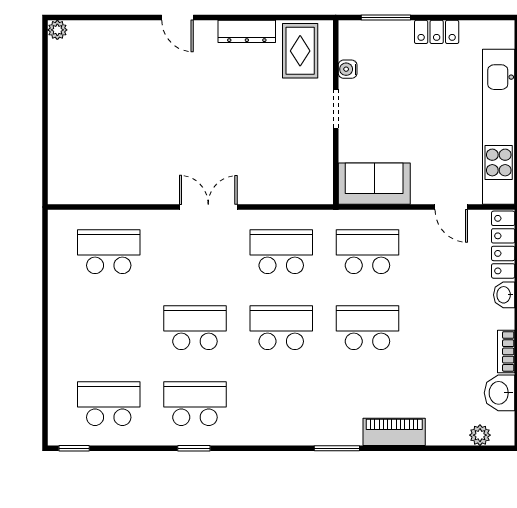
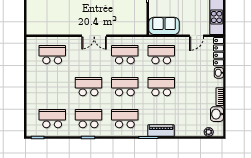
double door: (208, 207) -> (94, 36), swing flipped
door: (451, 207) -> (197, 36), hinge flipped
school desk: (281, 404) -> (125, 119), added
piano: (394, 432) -> (161, 131), moved

